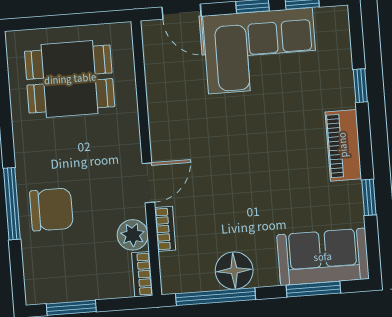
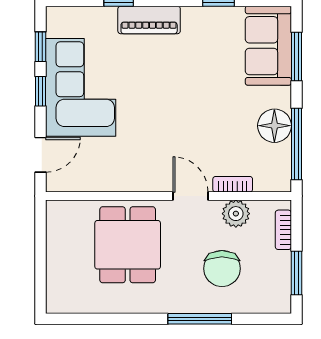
dining table: (70, 79) -> (128, 245), moved
piano: (343, 145) -> (149, 20), moved
chair: (51, 210) -> (222, 269), moved, turned 180
bookcase: (142, 274) -> (283, 230), moved, turned 90

